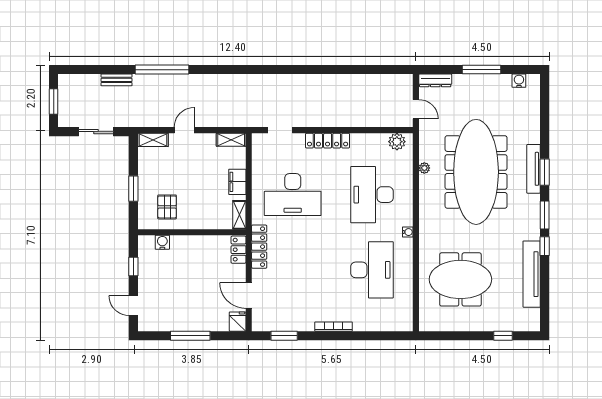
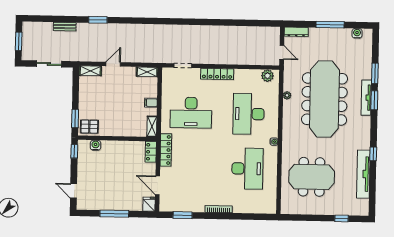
window: (162, 70) -> (98, 20), width x0.47
filing cabinet: (237, 182) -> (151, 103), width x0.50
window: (133, 189) -> (75, 119), moved
pallet: (167, 207) -> (89, 127), moved, turned 90
window: (545, 215) -> (375, 73), moved
window: (133, 266) -> (74, 151), moved

